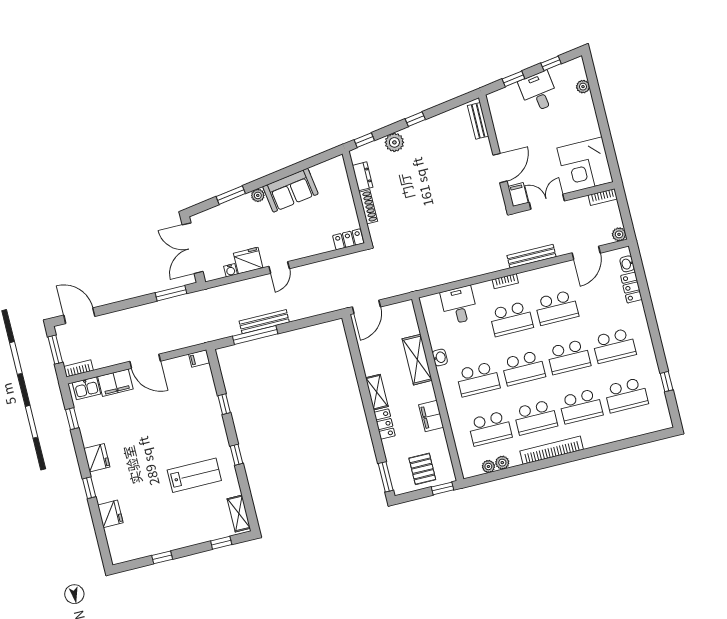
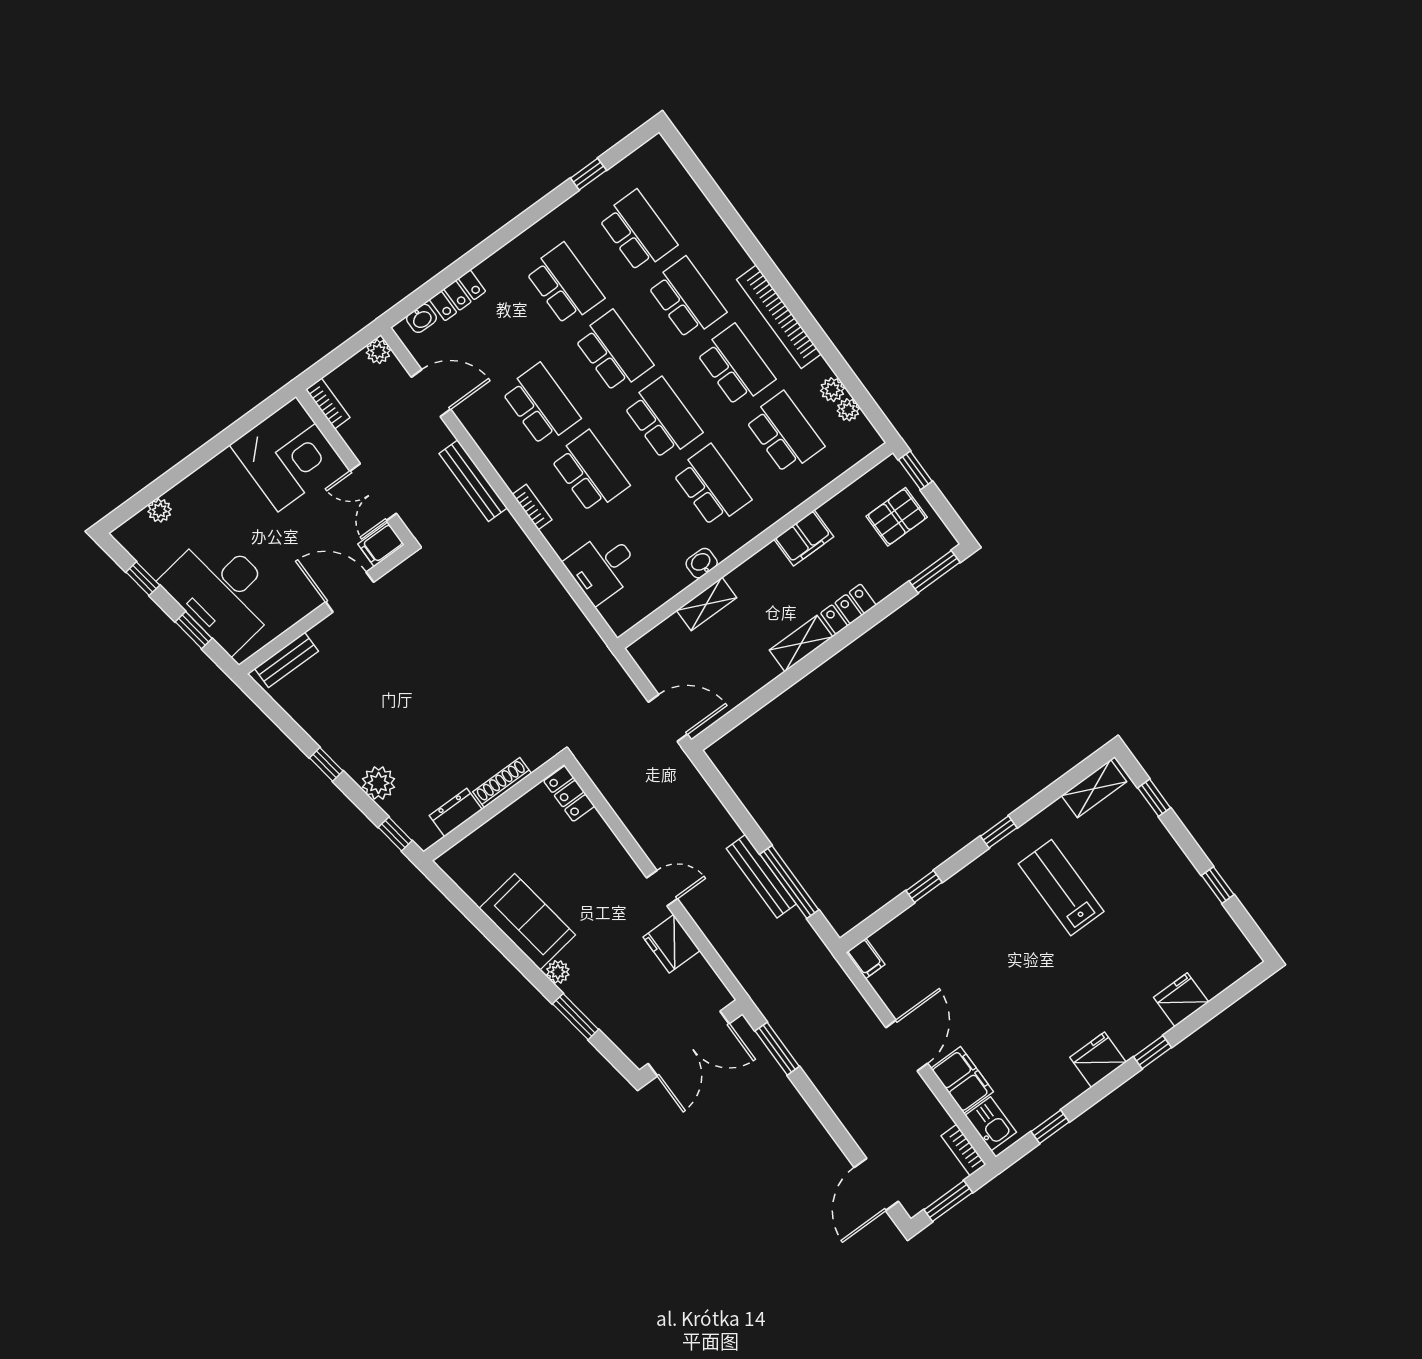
desk: (539, 92) -> (222, 591), width x1.87, depth x1.30
water cooler: (230, 270) -> (699, 966), removed
shelving: (417, 360) -> (707, 604), width x0.67, depth x0.75

